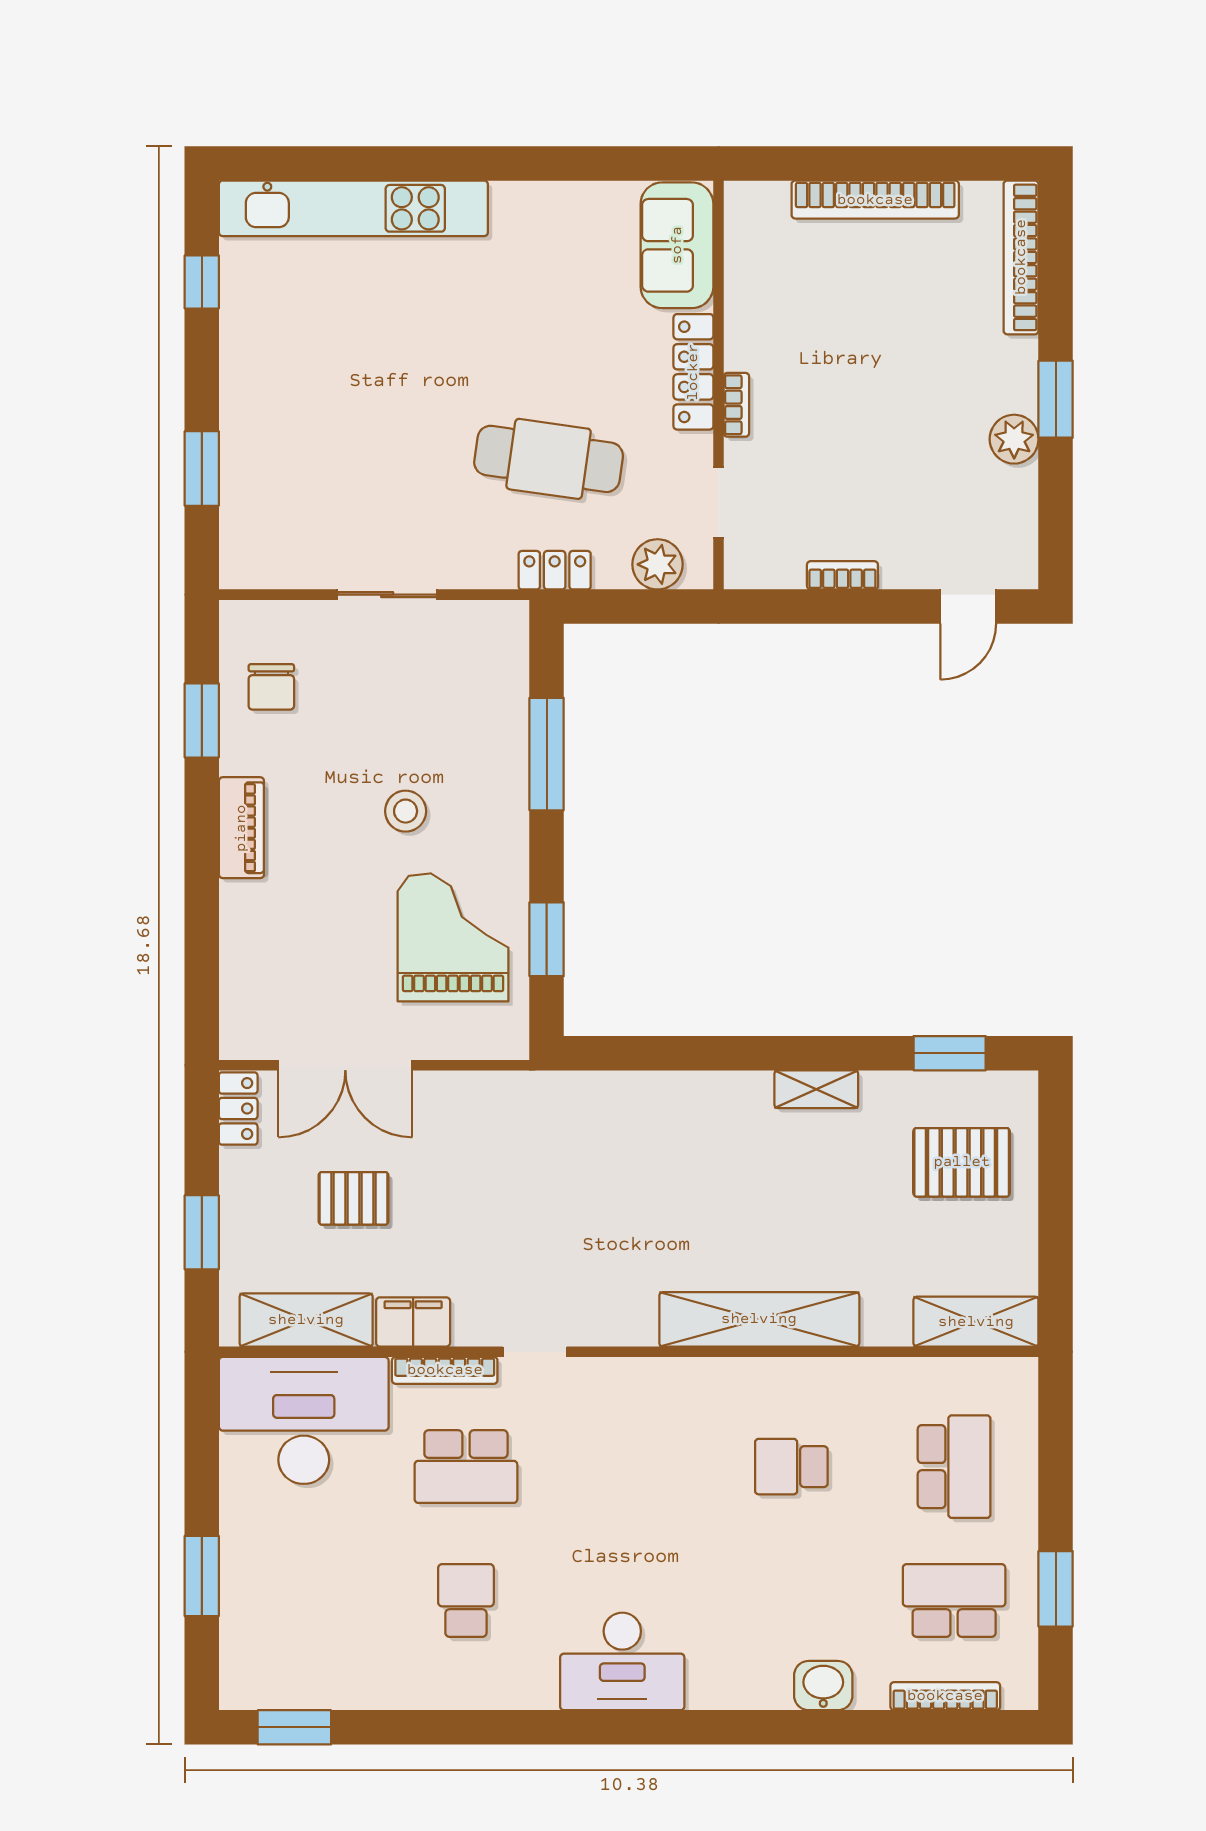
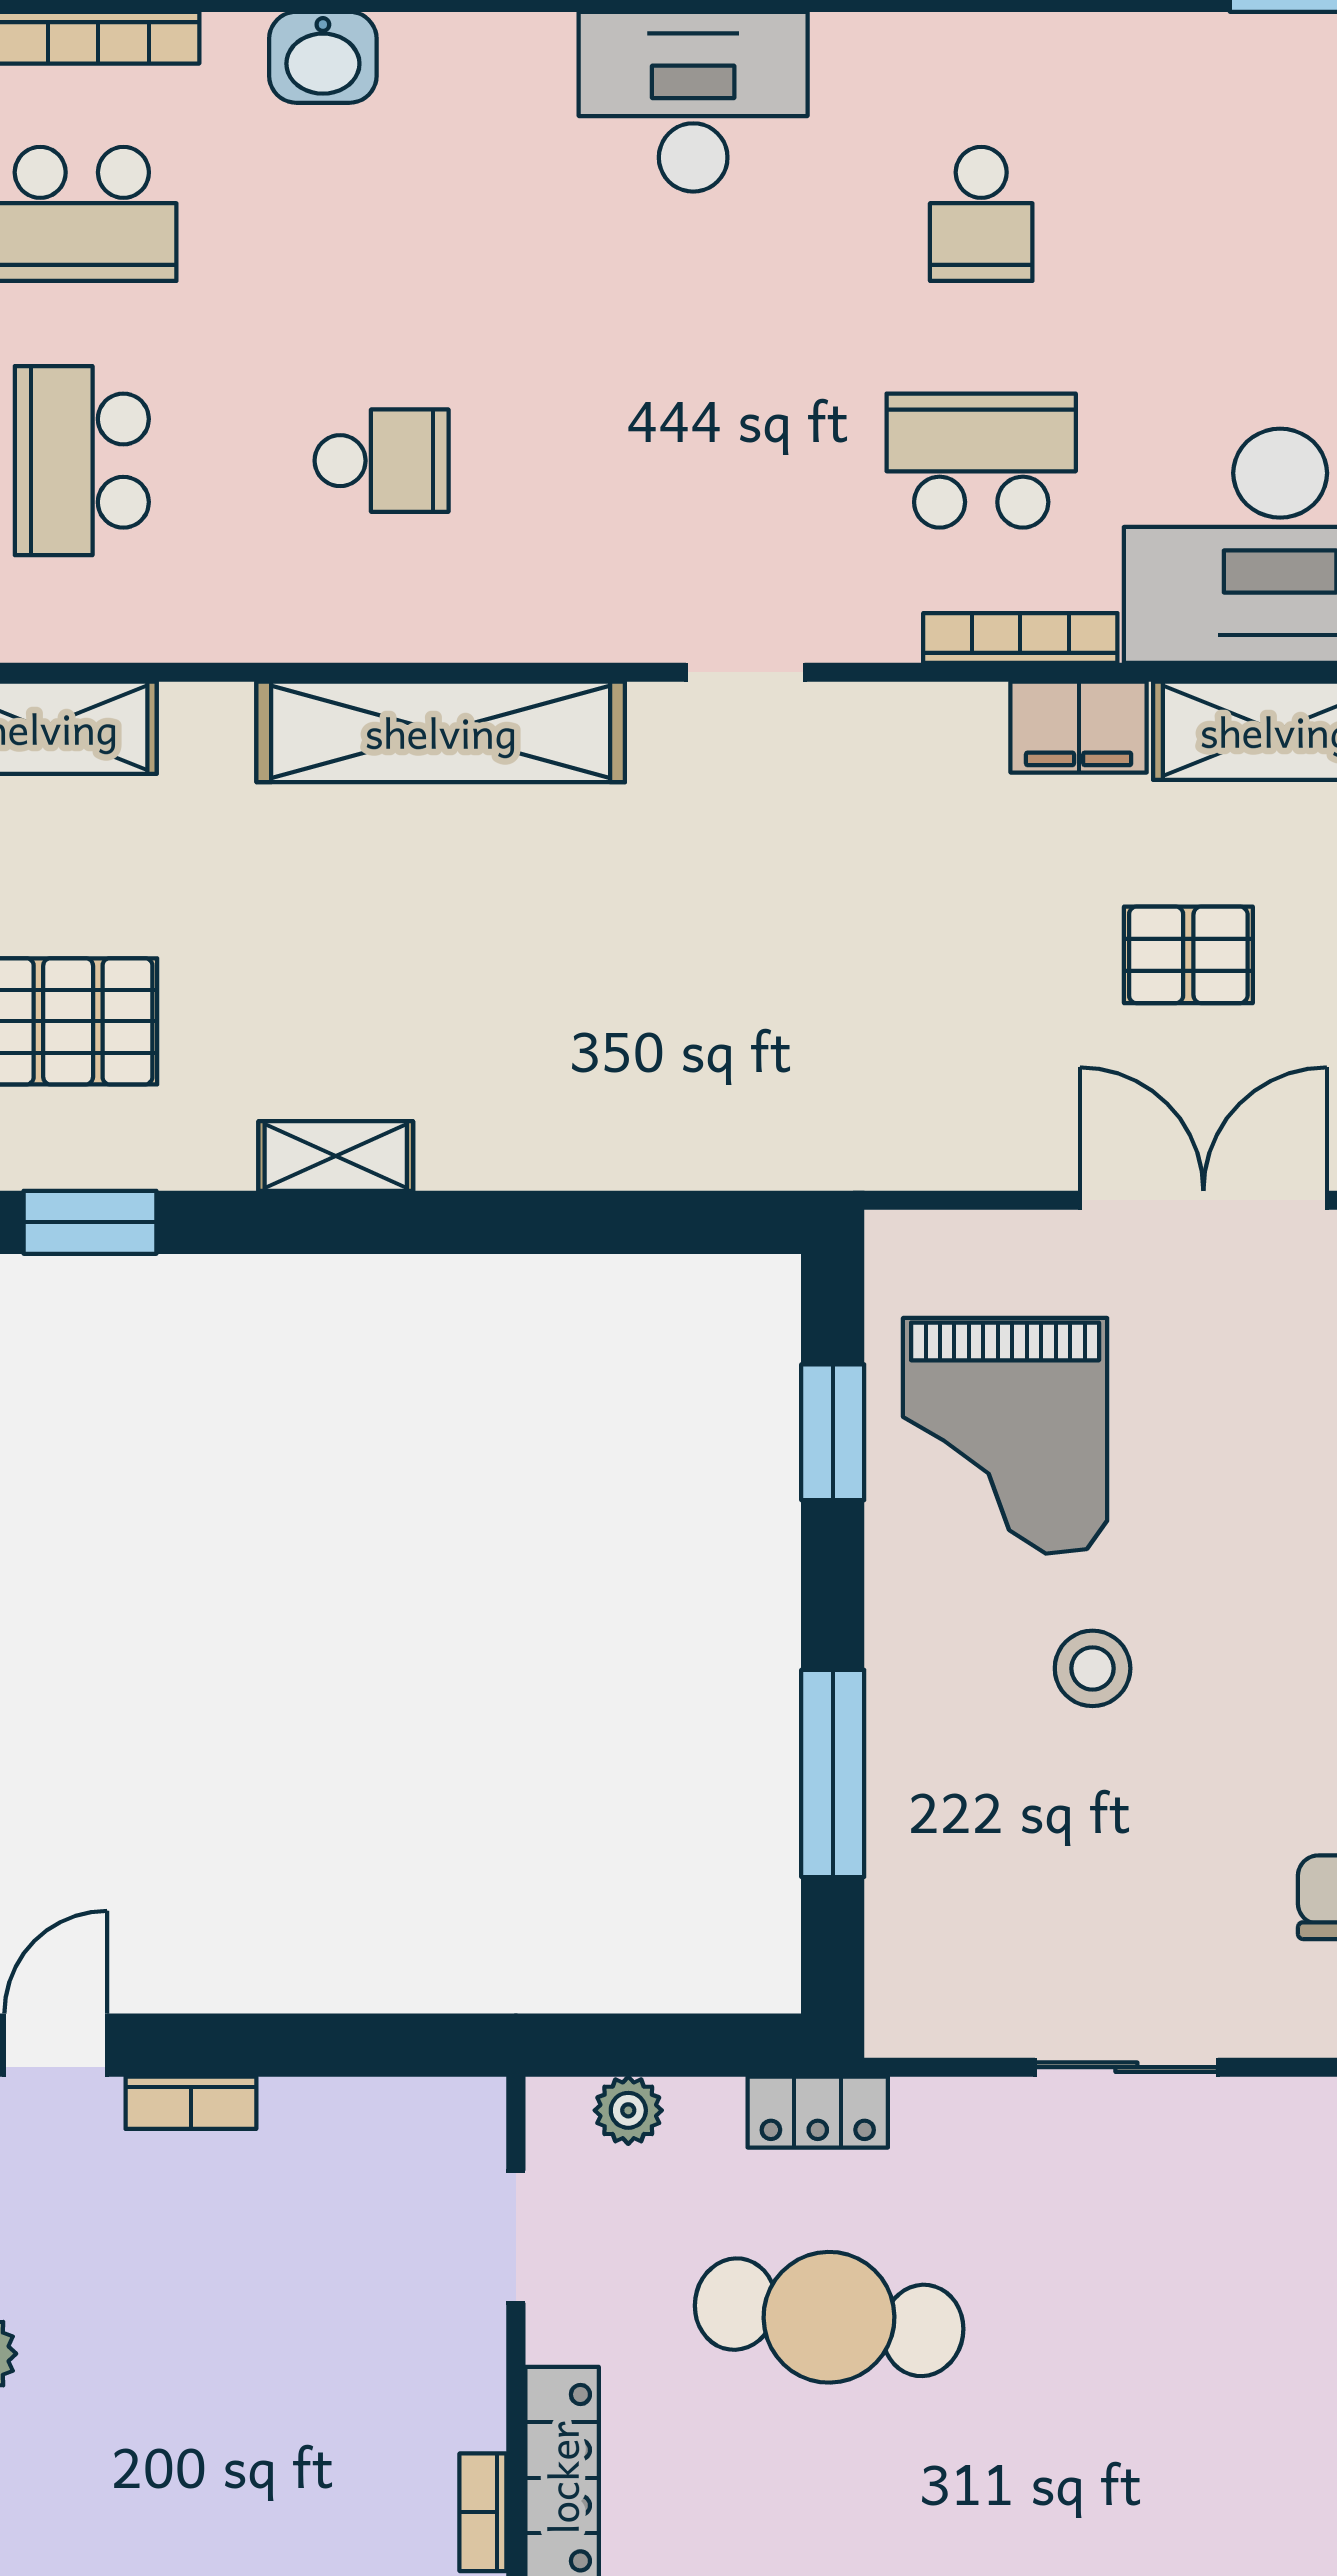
bookcase: (736, 405) -> (483, 2512), moved
plant: (658, 564) -> (628, 2110), width x0.73, depth x0.73
bookcase: (842, 575) -> (191, 2103), moved
doorway: (535, 1352) -> (745, 672), moved

